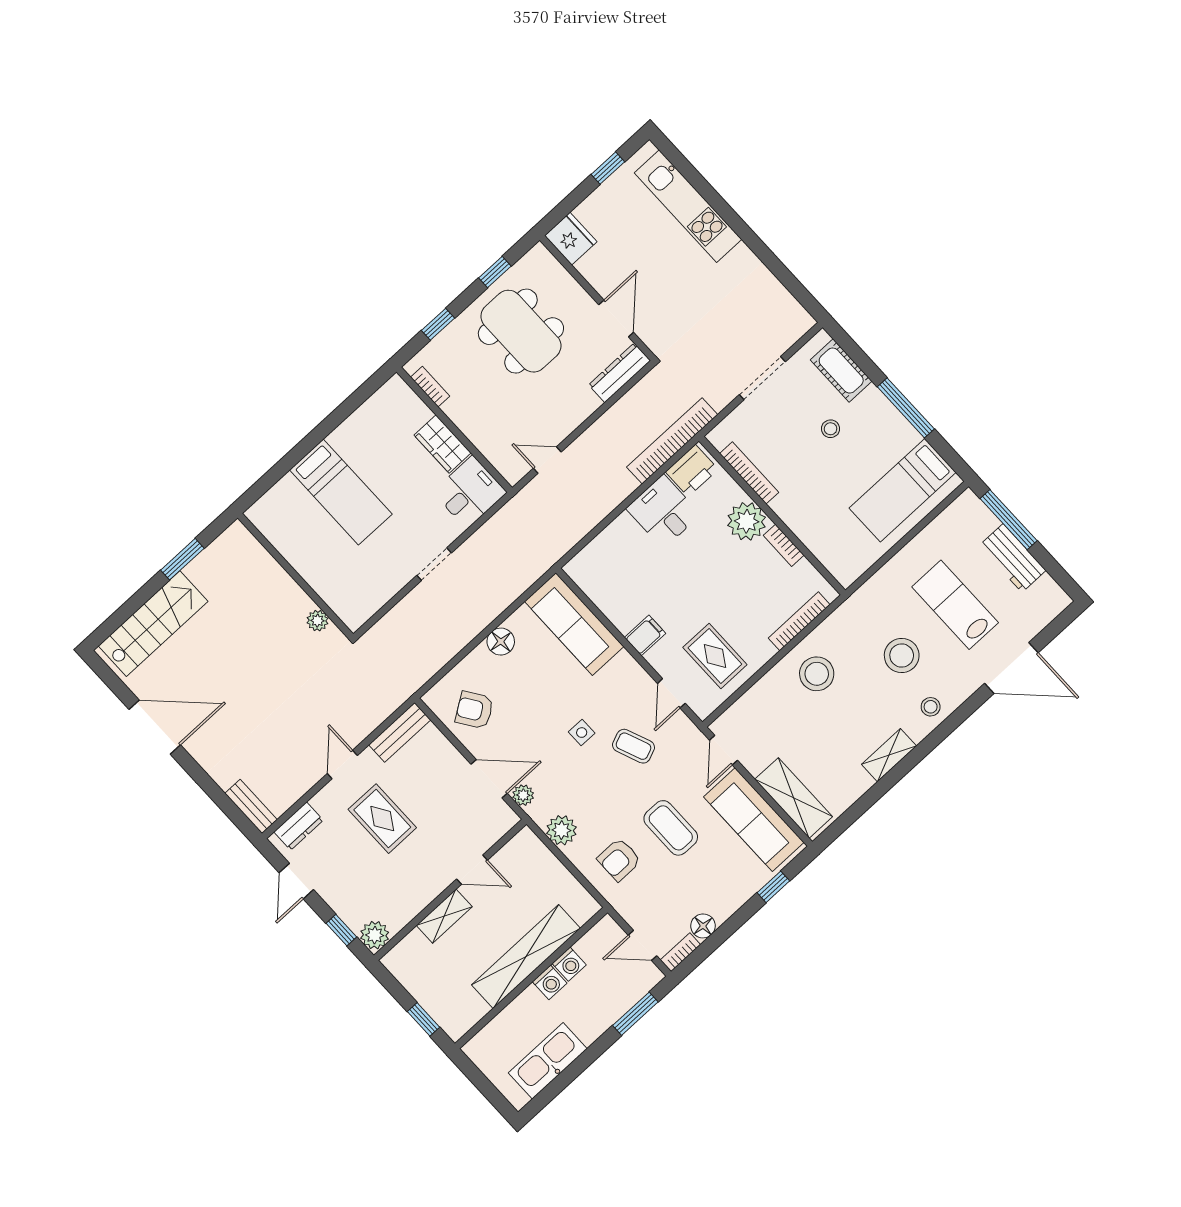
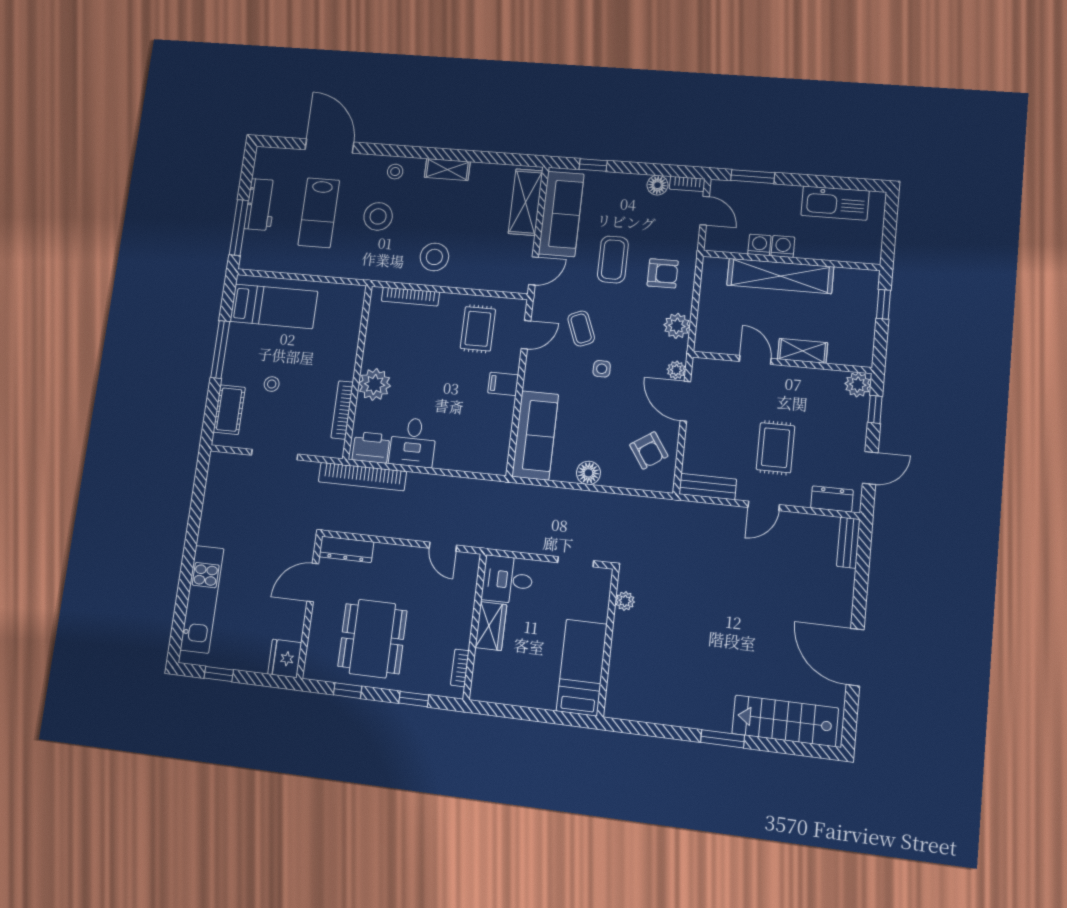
bookcase: (784, 545) -> (370, 348), removed
wall: (295, 576) -> (608, 642), moved
plant: (317, 621) -> (625, 601), moved

